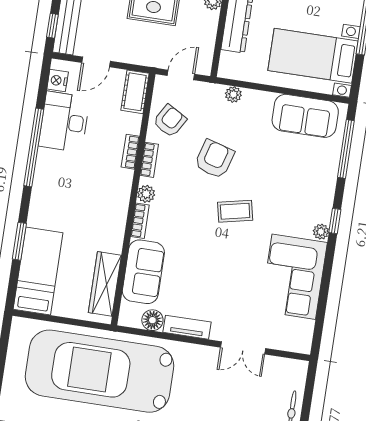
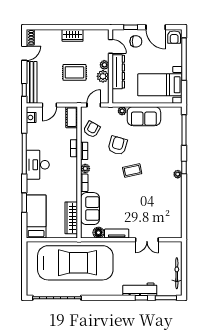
plant: (207, 23) -> (103, 76), added
sofa: (305, 116) -> (144, 116), moved
desk: (64, 122) -> (38, 165), moved
corner sofa: (294, 277) -> (167, 199), removed
car: (99, 371) -> (75, 263), turned 180

